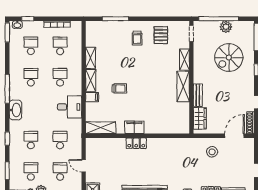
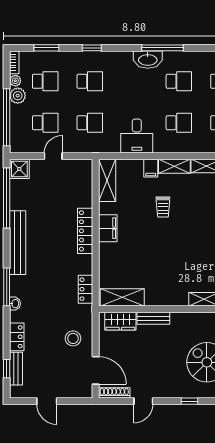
shelving: (183, 86) -> (122, 297), moved
washbasin: (16, 110) -> (148, 60), moved
locker: (136, 143) -> (85, 231), width x1.53
locker: (177, 143) -> (86, 289), added

